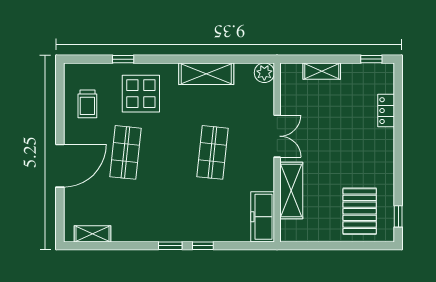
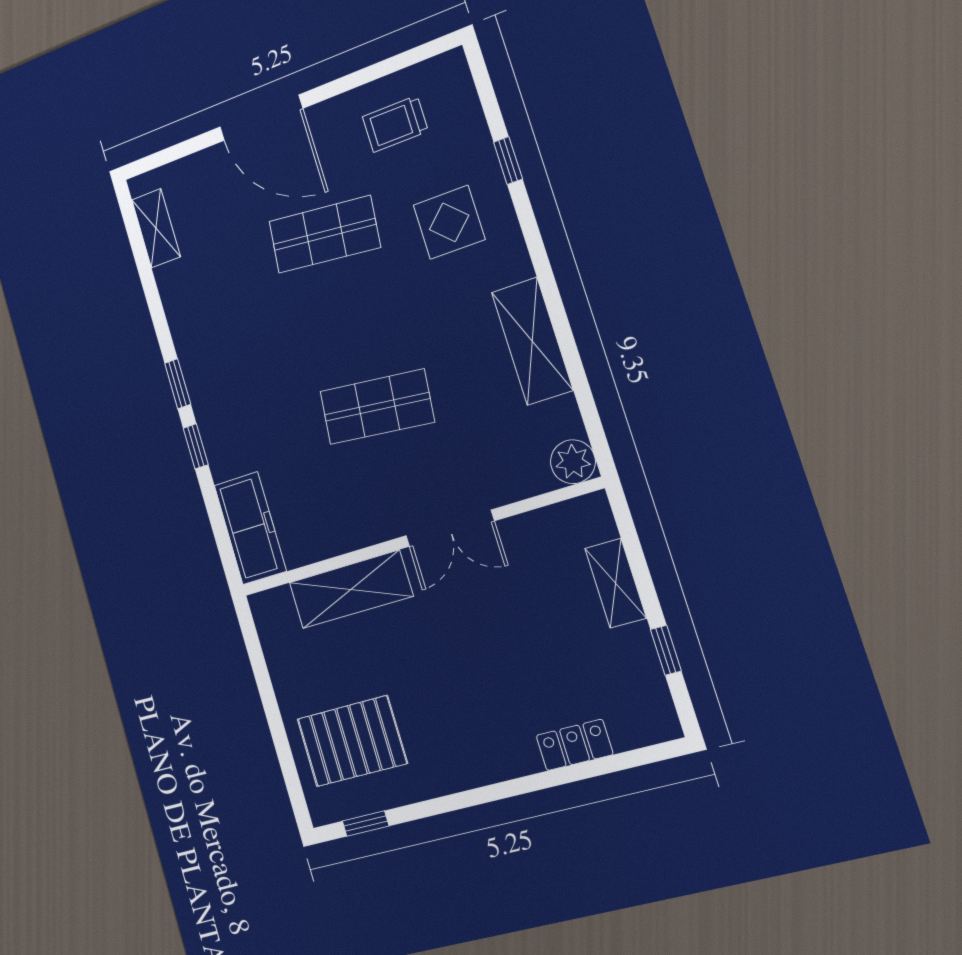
window: (371, 59) -> (666, 650), moved
display table: (141, 94) -> (449, 222), width x0.73, depth x0.73
freezer: (263, 217) -> (250, 528), moved, turned 90

